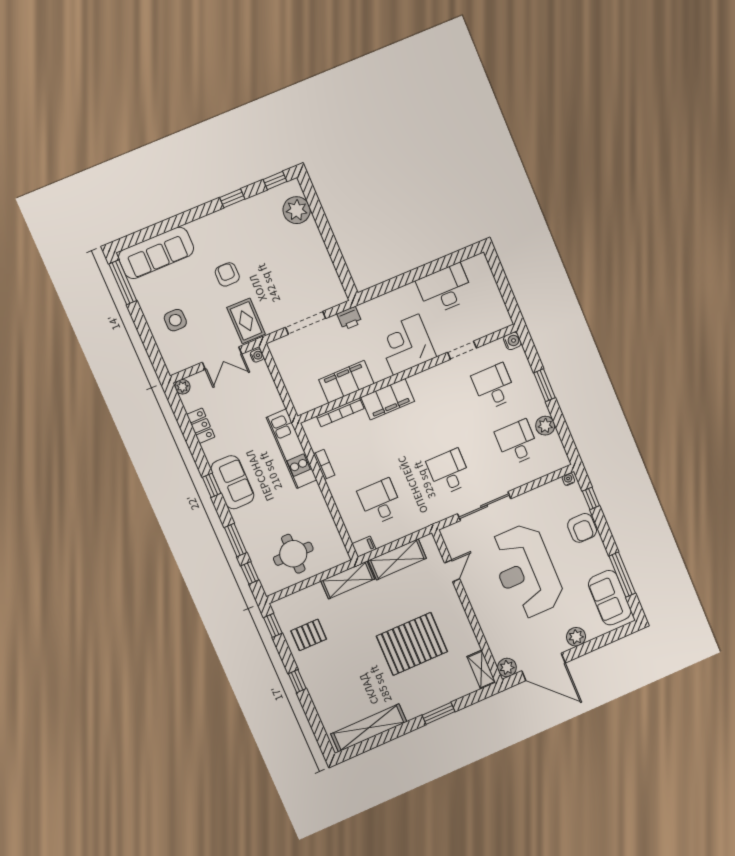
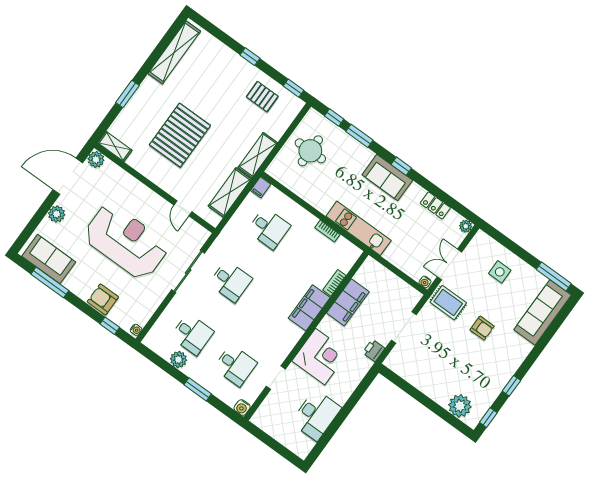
bookcase: (340, 412) -> (334, 283), width x0.64
pallet: (309, 635) -> (262, 97), turned 90

